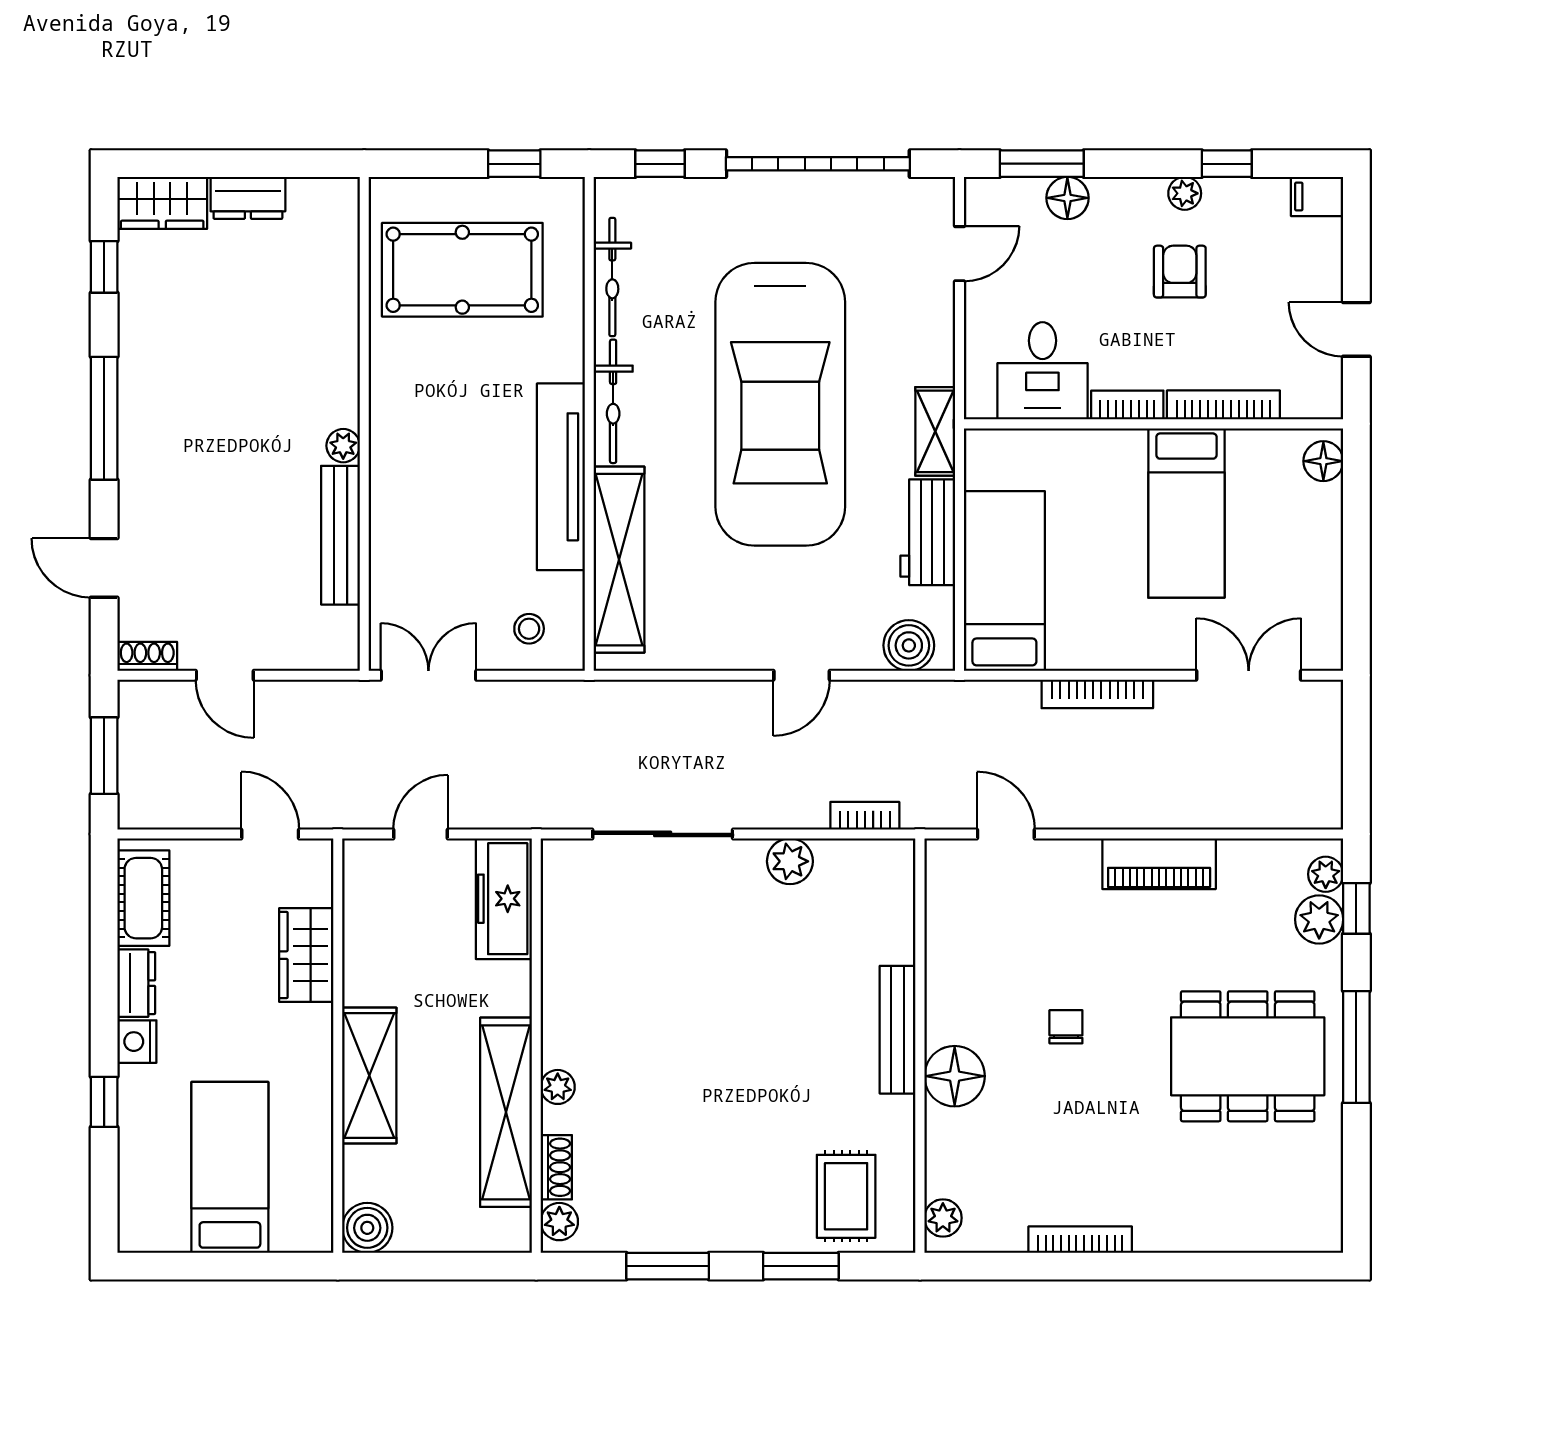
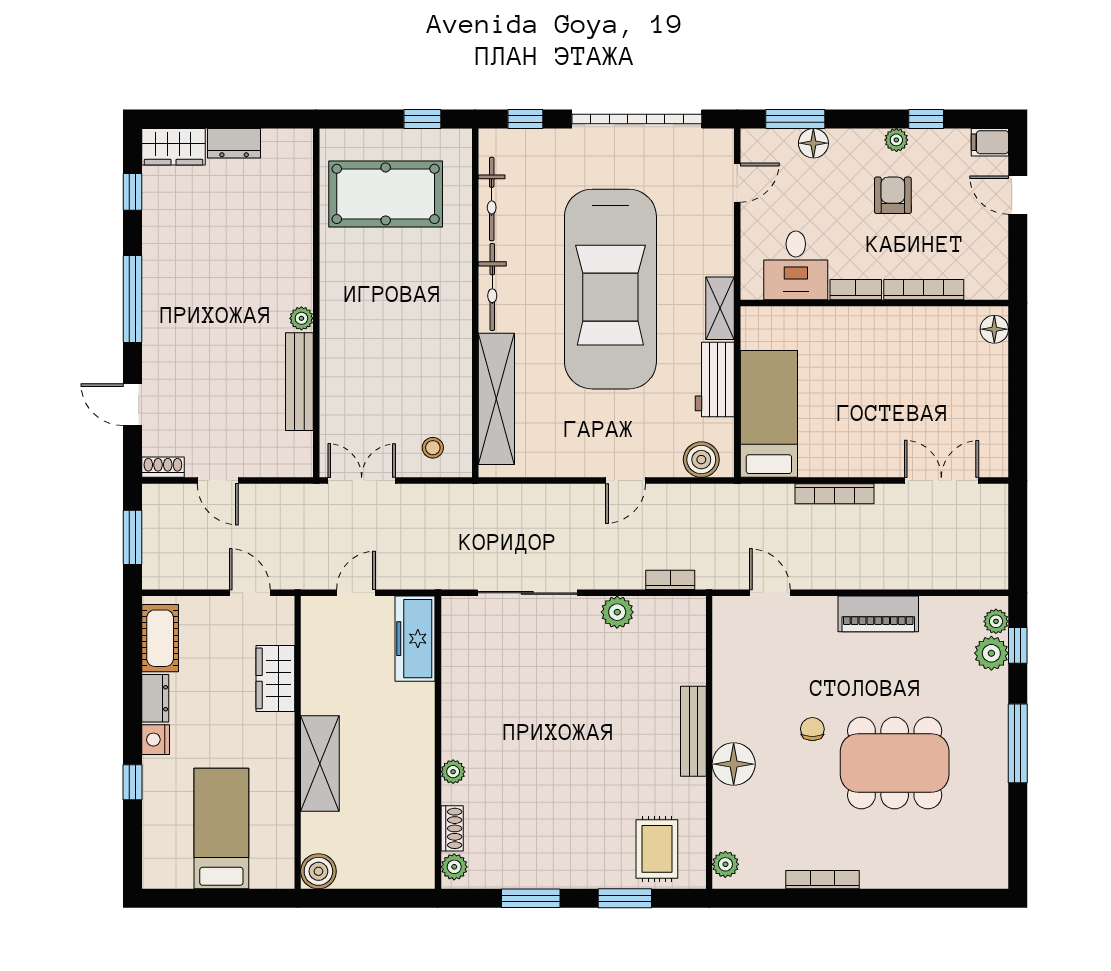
door: (1356, 329) -> (1018, 195), moved
tv unit: (561, 477) -> (455, 340), removed
bed: (1186, 513) -> (898, 366), removed
dining table: (1248, 1056) -> (895, 763), moved
shelving: (506, 1112) -> (417, 790), removed

